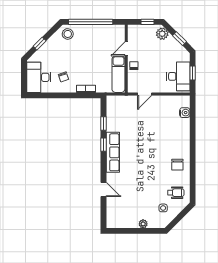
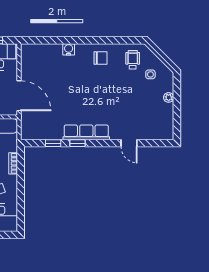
door: (145, 94) -> (19, 96), width x1.87
water cooler: (185, 113) -> (69, 49), moved
door: (103, 189) -> (129, 143), swing flipped

